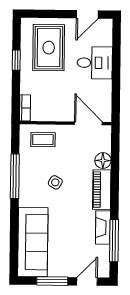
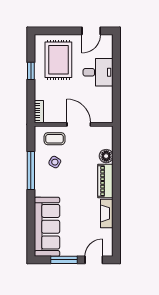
door: (88, 123) -> (79, 124), moved
side table: (55, 182) -> (55, 162), moved
window: (114, 241) -> (116, 225), removed

